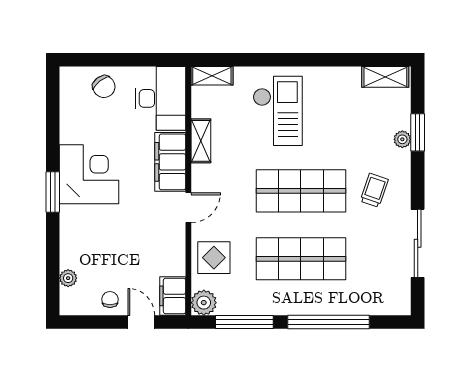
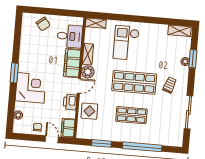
desk: (161, 98) -> (70, 36), width x0.73
checkout: (278, 111) -> (126, 43), turned 180
corner desk: (89, 174) -> (31, 88), moved
printer: (173, 242) -> (70, 102), added
shop shelf: (301, 259) -> (131, 115), width x0.70, depth x0.74
plant: (204, 303) -> (88, 72), moved
window: (244, 322) -> (102, 143), width x0.69

